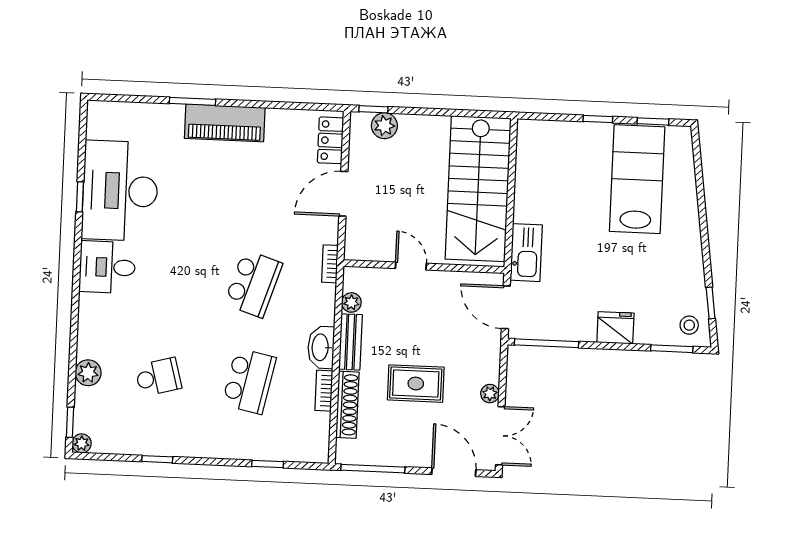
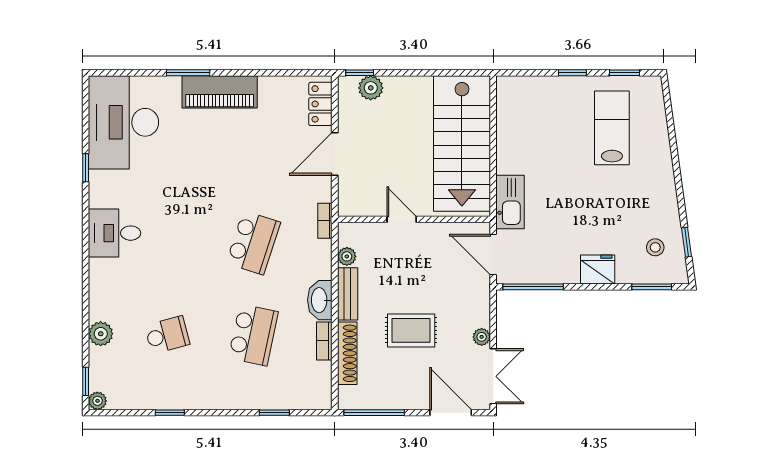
lab bench: (637, 179) -> (612, 128), width x0.73, depth x0.72
desk: (120, 191) -> (123, 122), moved
stool: (689, 325) -> (655, 247), moved

